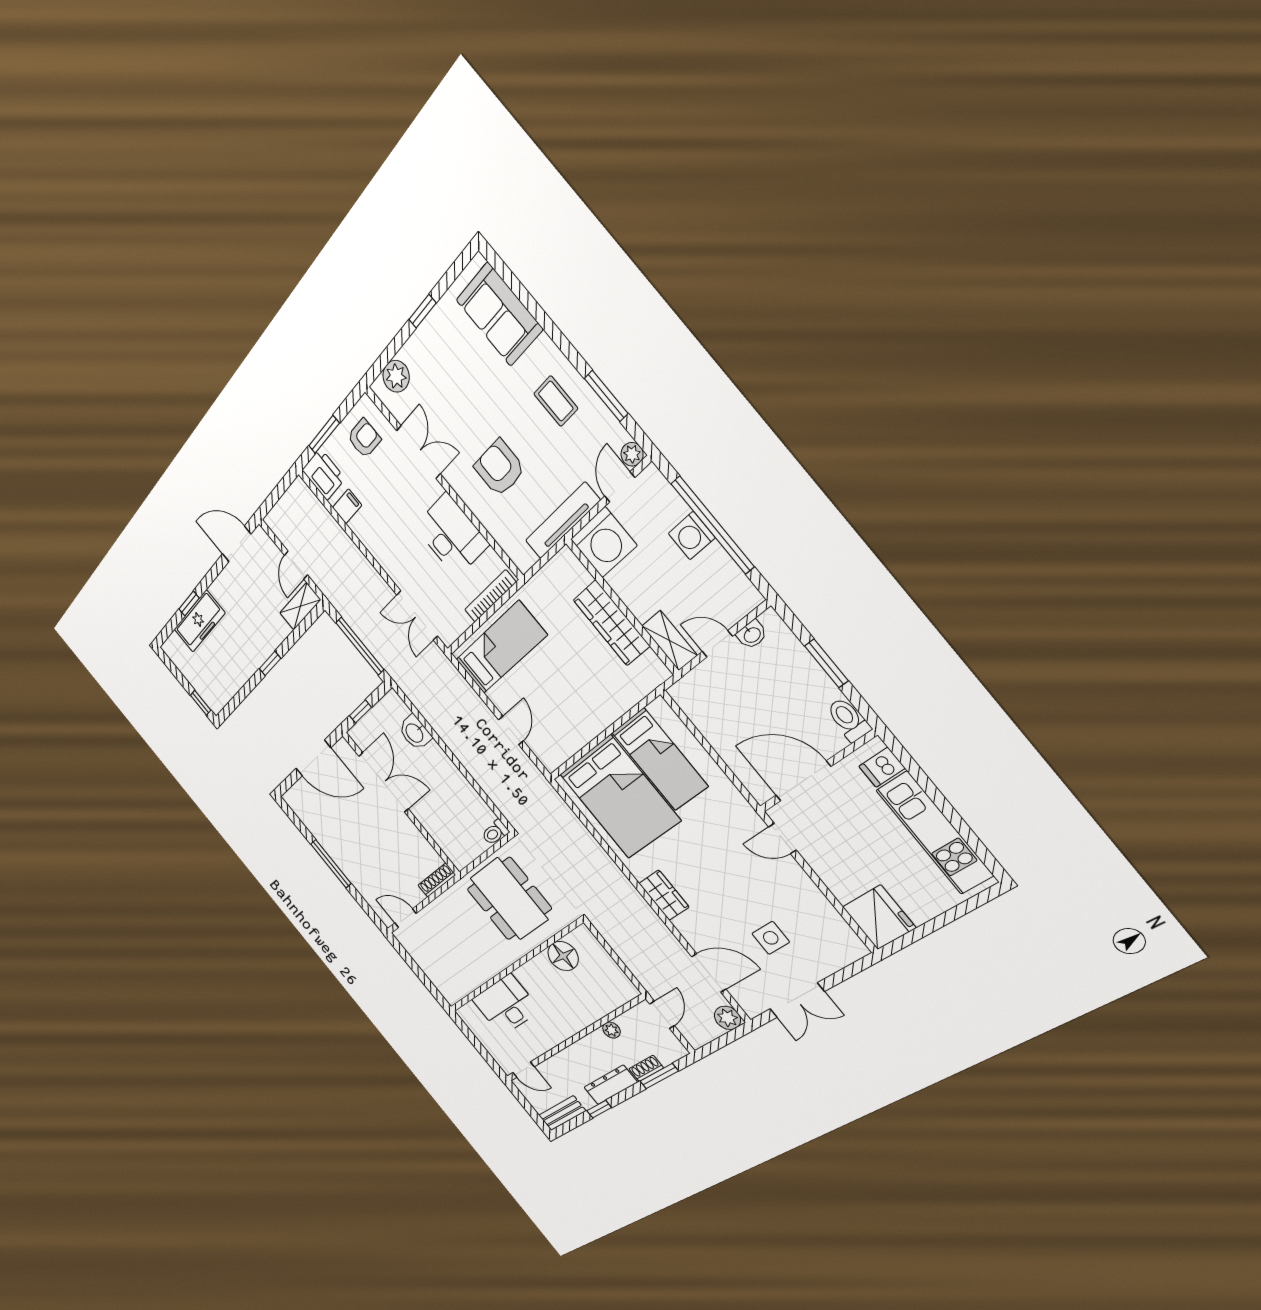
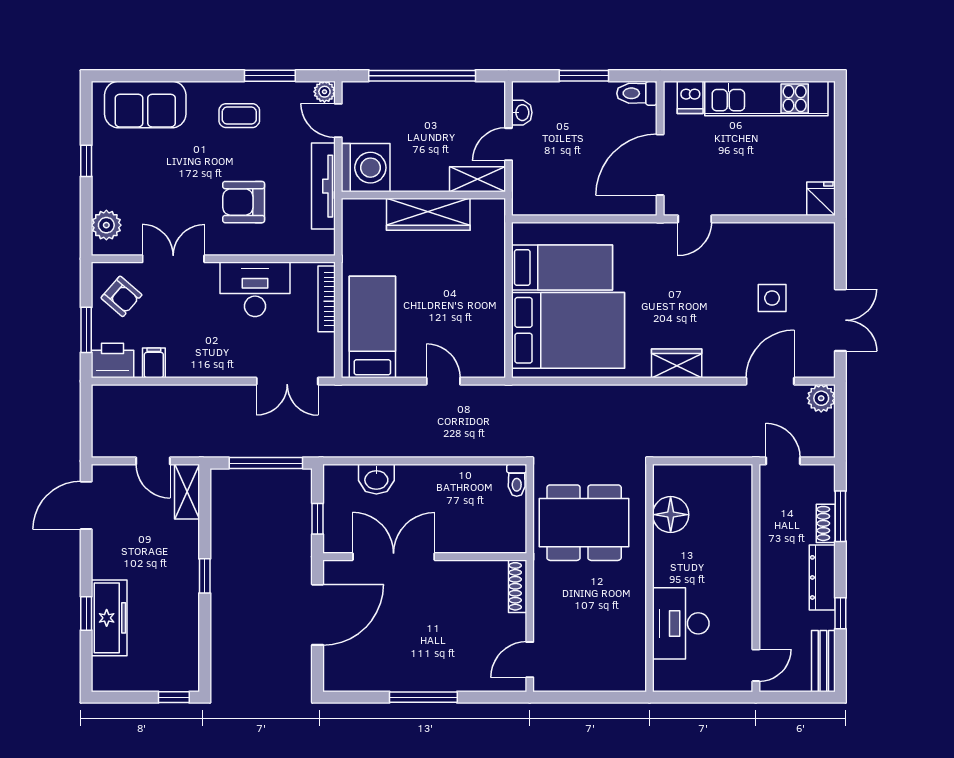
armchair: (364, 438) -> (121, 296), turned 131
washing machine: (692, 536) -> (417, 97), removed
fridge: (879, 917) -> (821, 199), width x0.53, depth x0.75
plant: (611, 1030) -> (769, 527), removed

